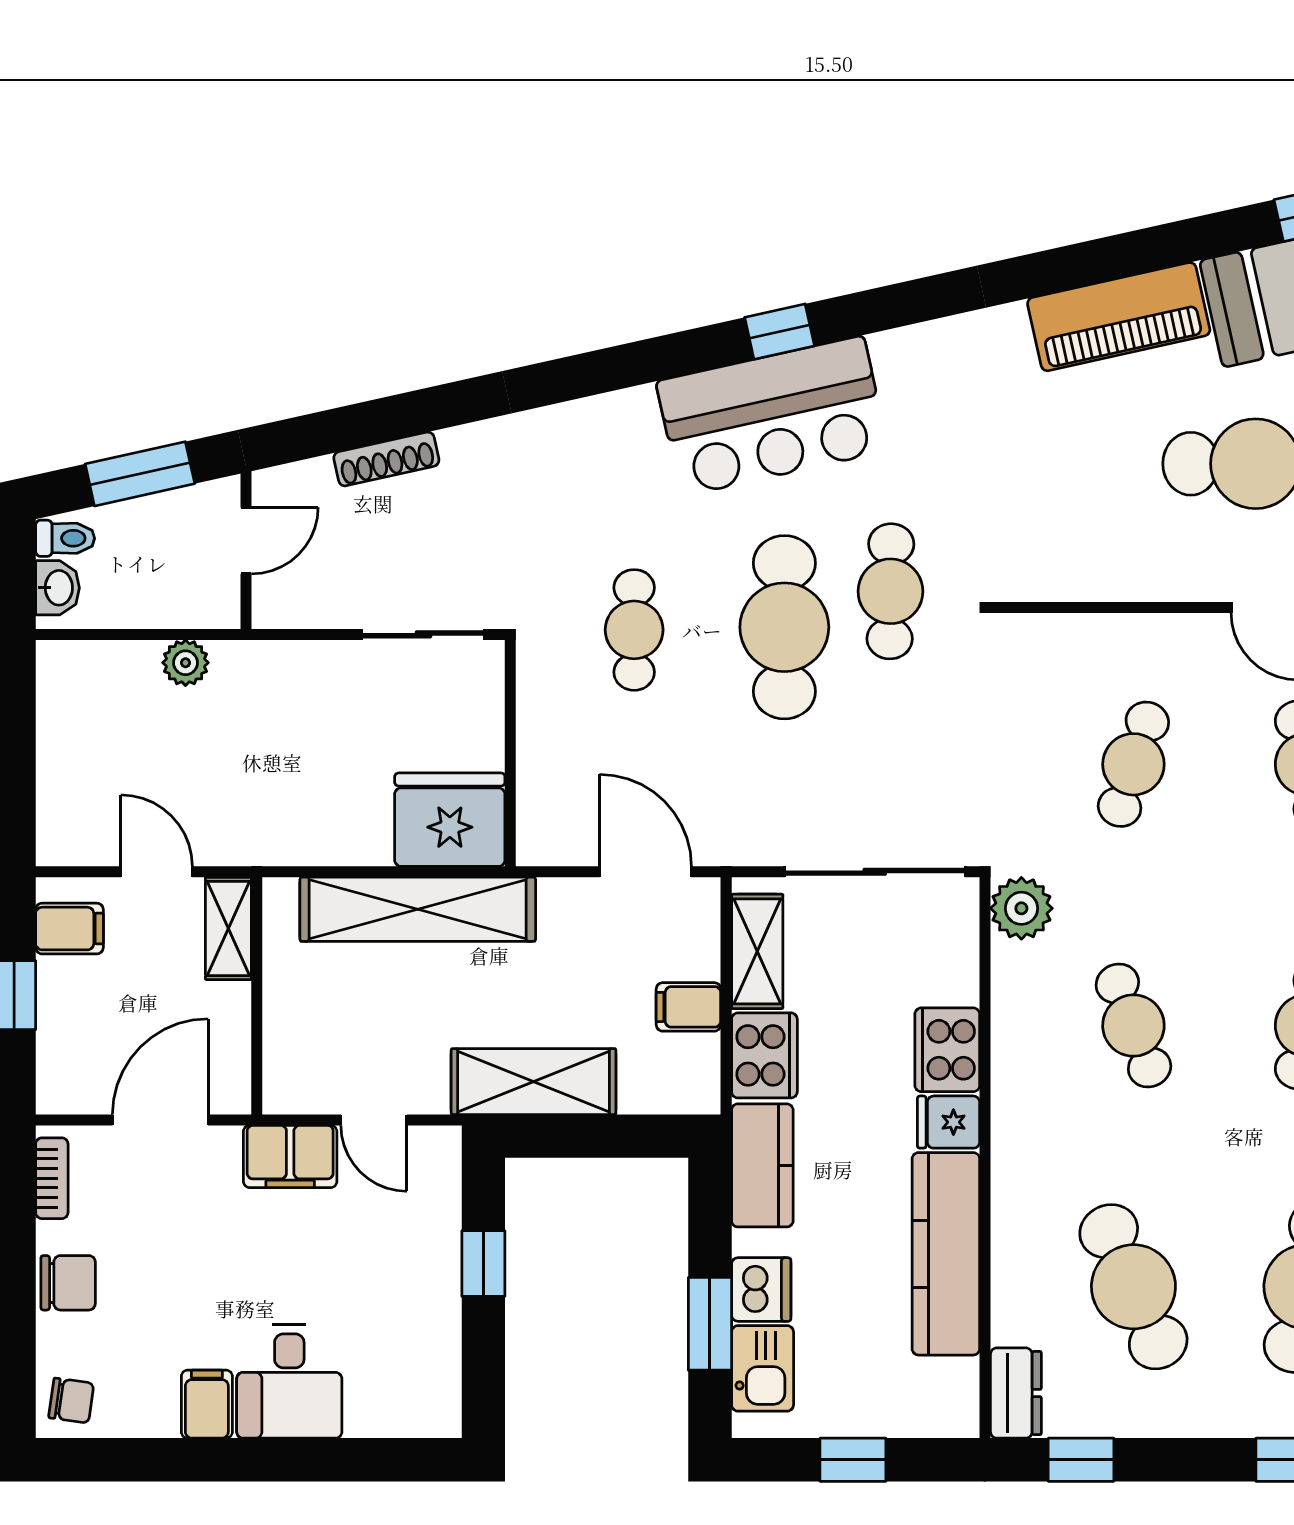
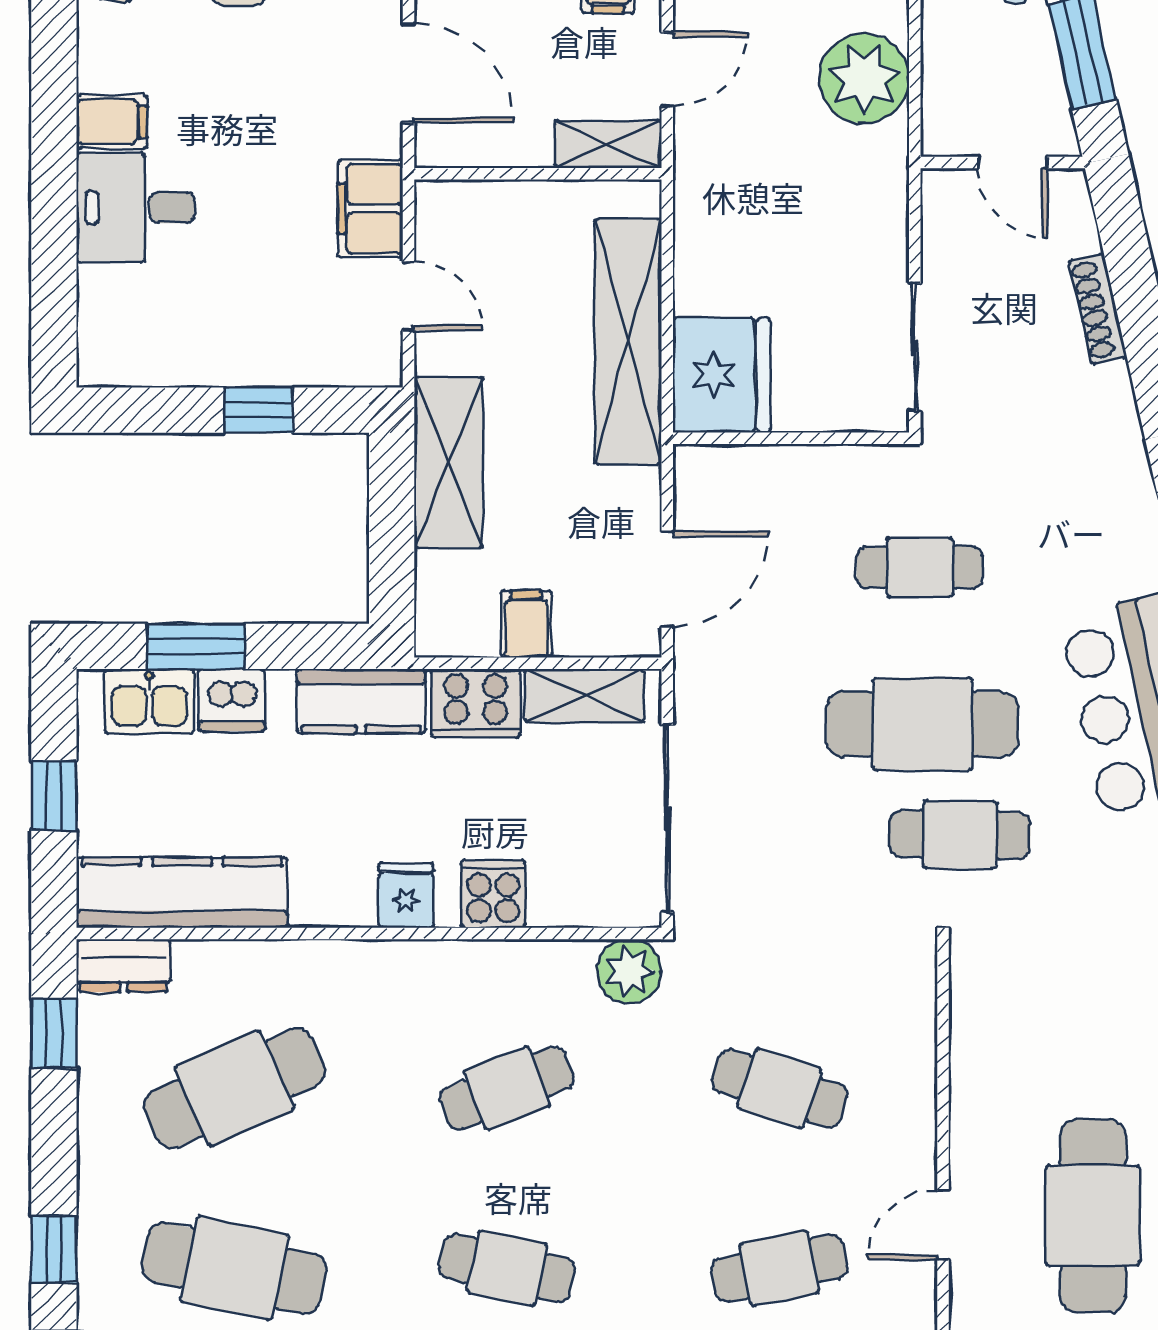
plant: (186, 663) -> (864, 78), width x1.87, depth x1.87
cooker: (947, 1050) -> (493, 894), width x0.73
door: (374, 1120) -> (408, 296), swing flipped
kitchen counter: (946, 1254) -> (182, 893), moved

